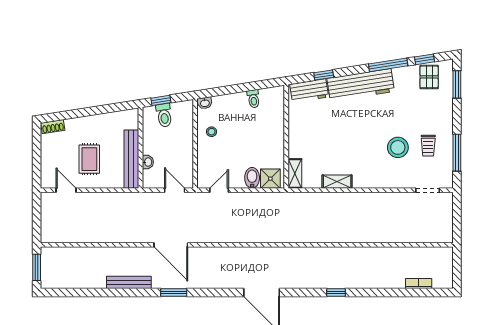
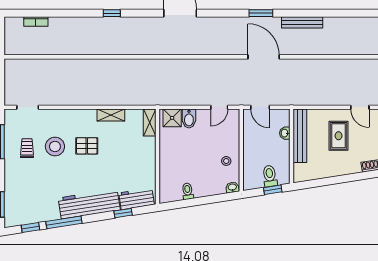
pallet: (429, 77) -> (87, 146), moved, turned 90

